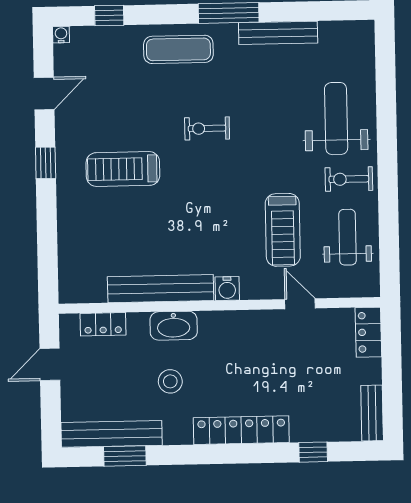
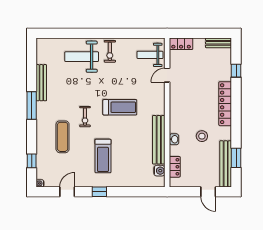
exercise mat: (178, 49) -> (63, 137), moved
door: (44, 93) -> (67, 192), hinge flipped
treadmill: (283, 230) -> (120, 107), moved
weight bench: (348, 237) -> (150, 55), moved
water cooler: (227, 288) -> (159, 171), moved
washbasin: (174, 326) -> (174, 139), width x0.52, depth x0.69
door: (50, 364) -> (208, 192), moved

